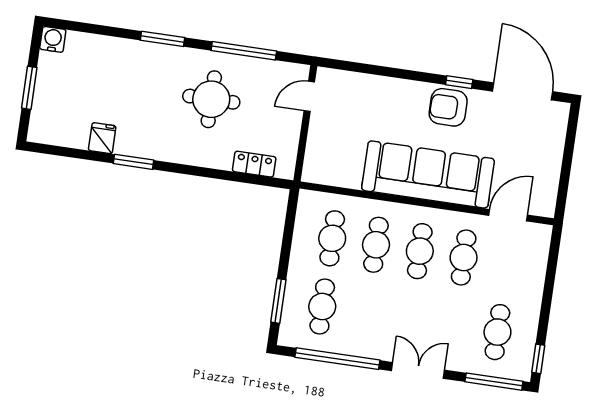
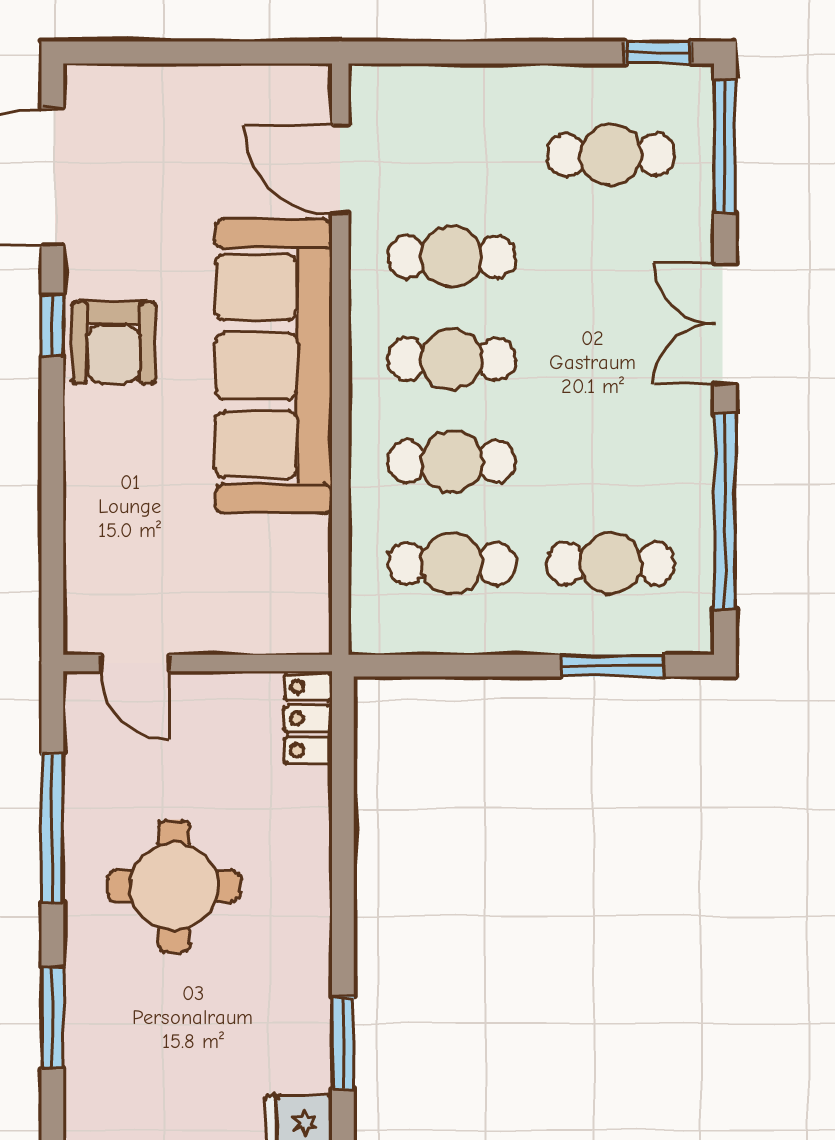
locker: (254, 164) -> (308, 719), moved

